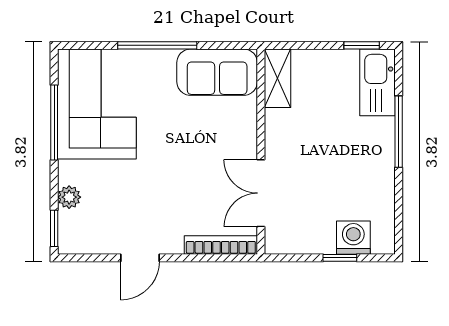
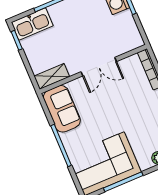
double door: (261, 193) -> (99, 67), moved

